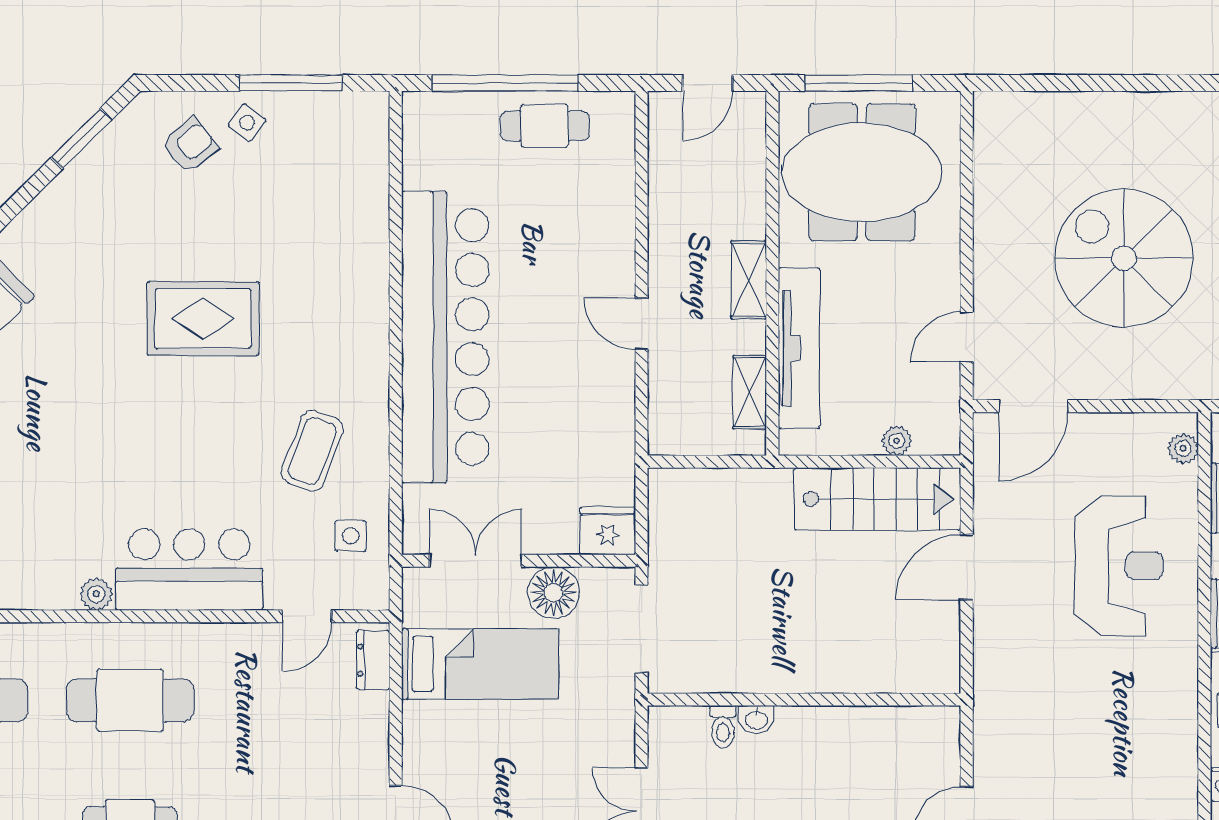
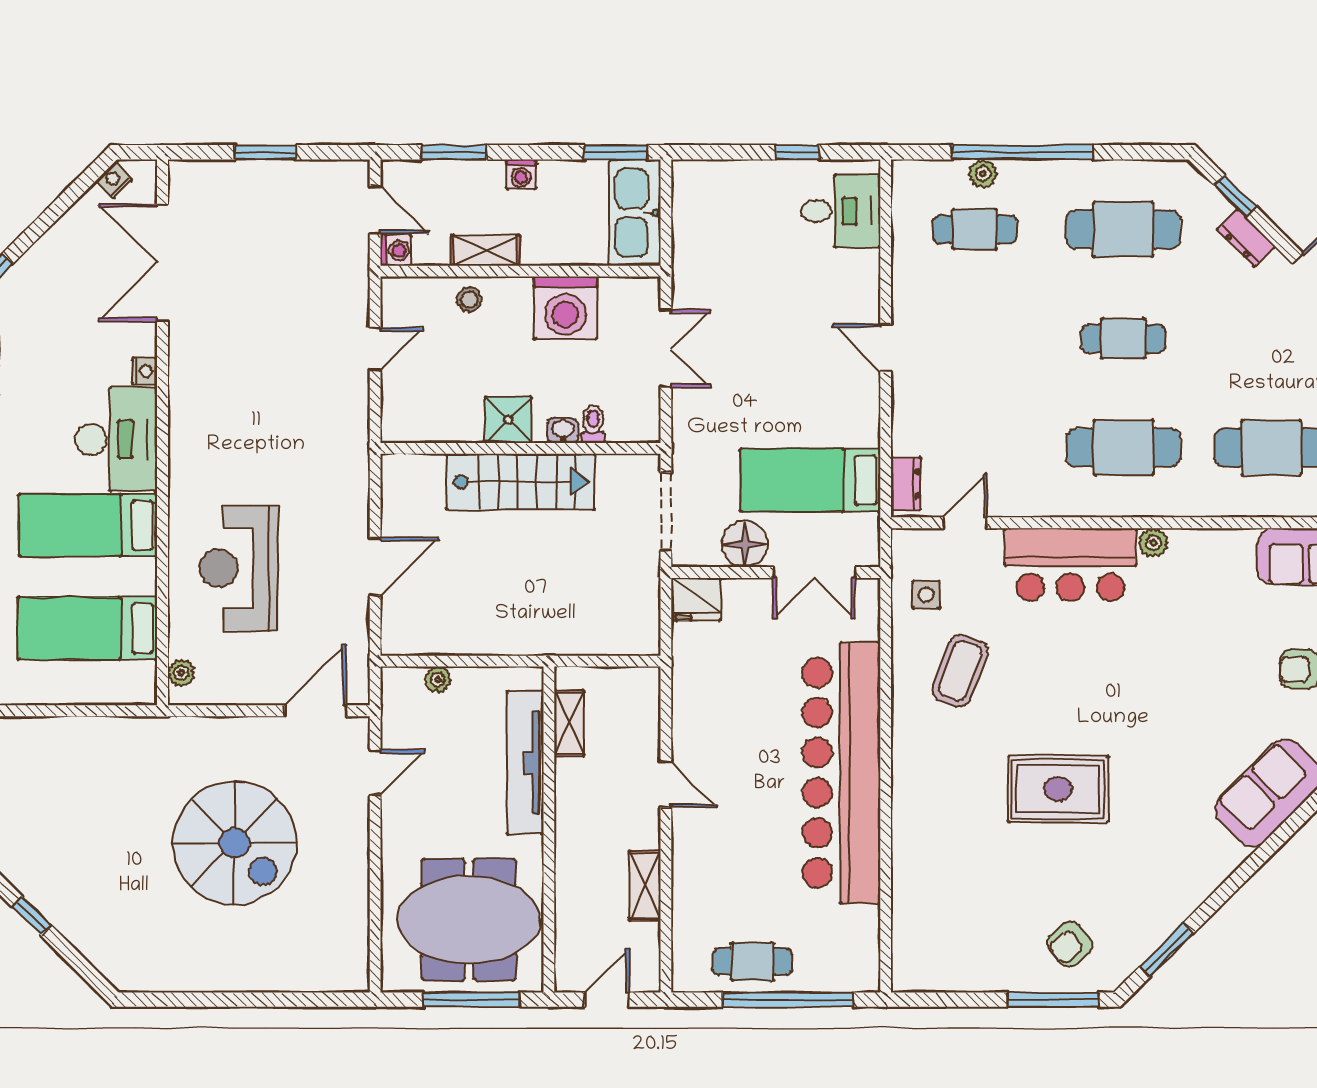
window: (291, 83) -> (1053, 1000), moved
side table: (247, 123) -> (1019, 964), removed
shelving: (749, 280) -> (645, 886), moved
stairs: (877, 499) -> (520, 482), moved, turned 180
shower: (818, 731) -> (508, 420), added

